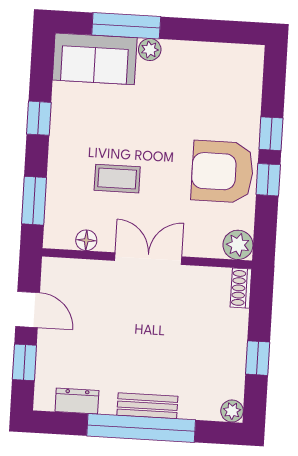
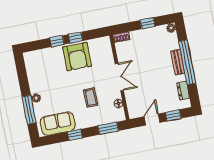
sofa: (95, 59) -> (58, 124), moved, turned -90
plant: (238, 245) -> (105, 43), removed
double door: (148, 259) -> (119, 77), swing flipped

